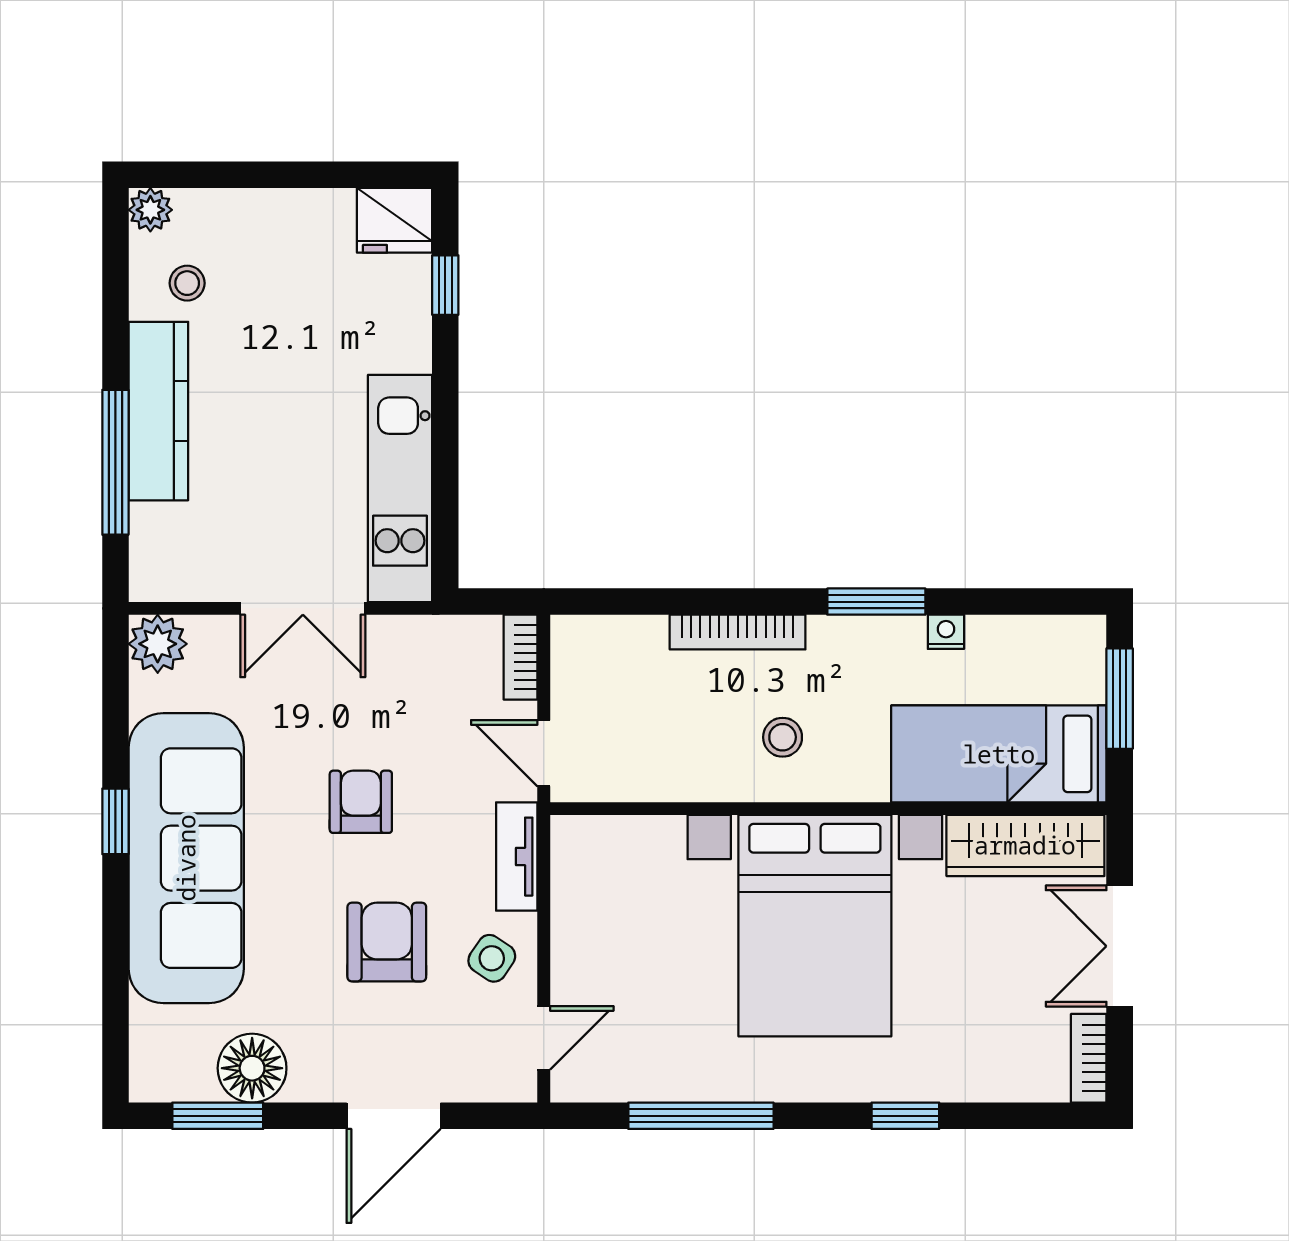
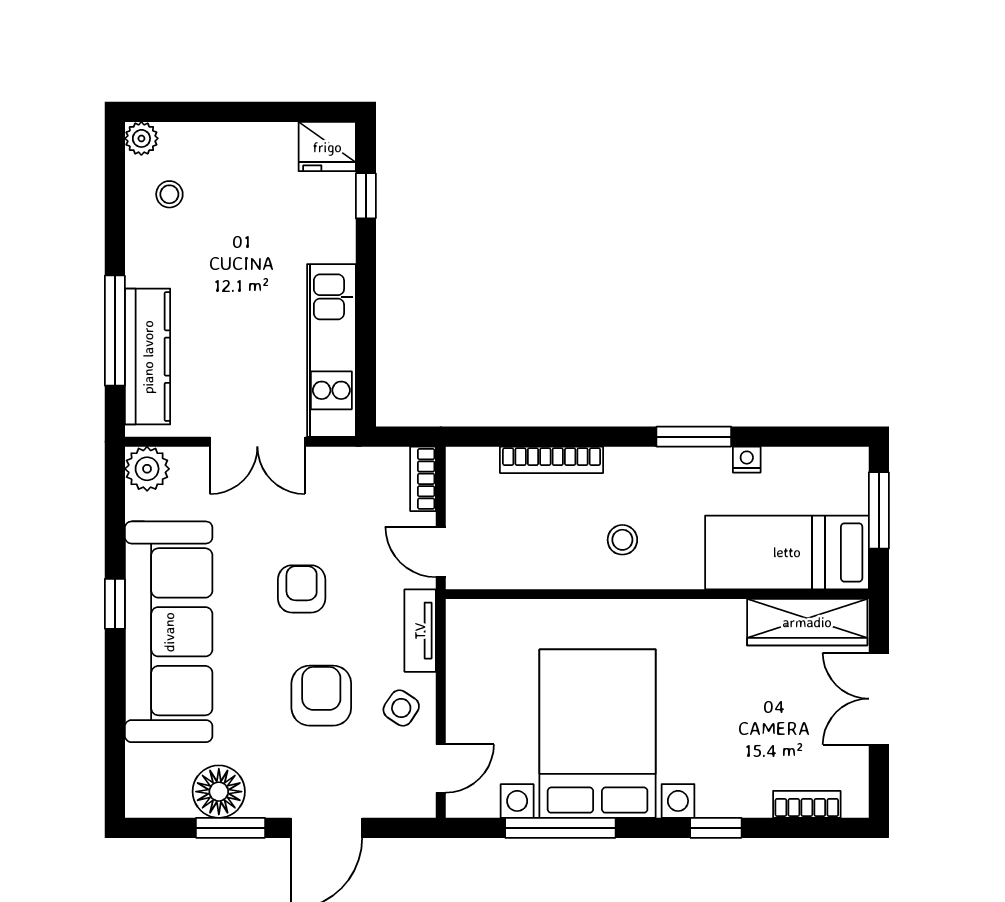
kitchen counter: (158, 411) -> (148, 357), moved
bookcase: (738, 632) -> (552, 460), moved
bed with nightstands: (815, 926) -> (598, 734), moved, turned 180
bookcase: (1089, 1058) -> (807, 804), moved, turned 90
window: (218, 1116) -> (231, 828), moved

